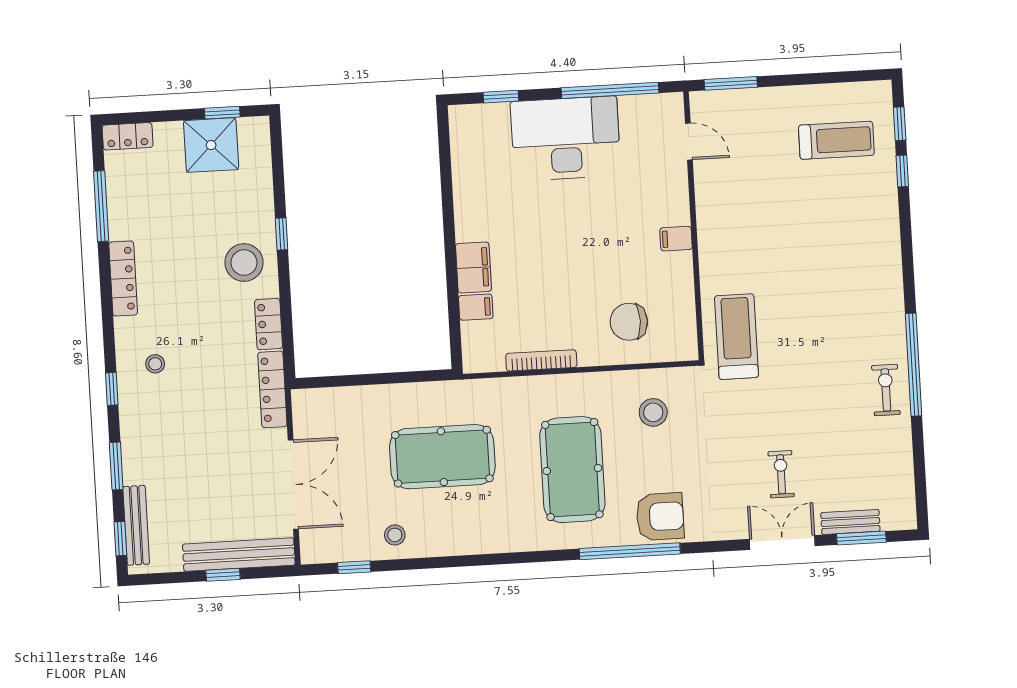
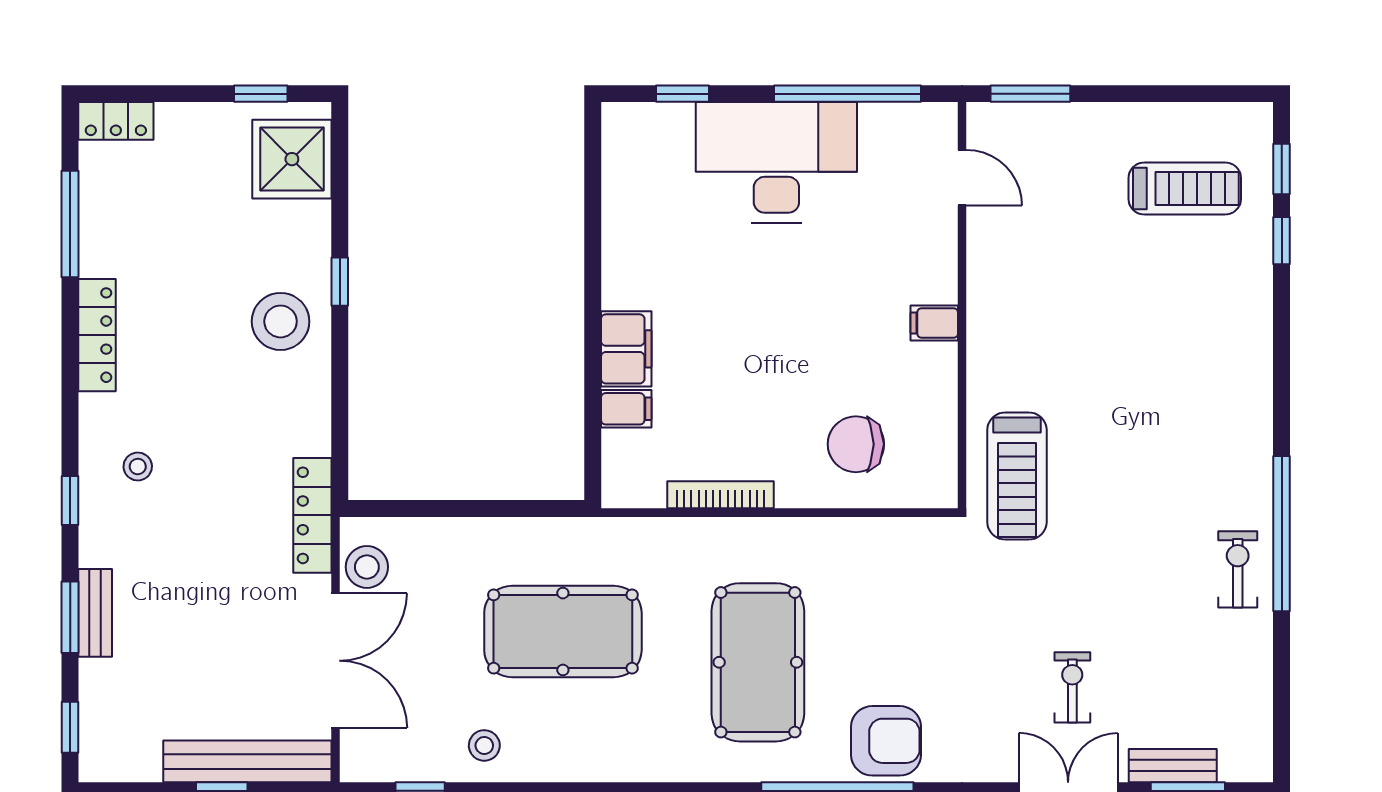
shower: (211, 145) -> (292, 159), moved
locker: (268, 324) -> (312, 416), removed
treadmill: (736, 337) -> (1017, 476), turned 180
stool: (653, 412) -> (367, 567), moved
bench: (136, 525) -> (95, 613), moved, width x0.73

